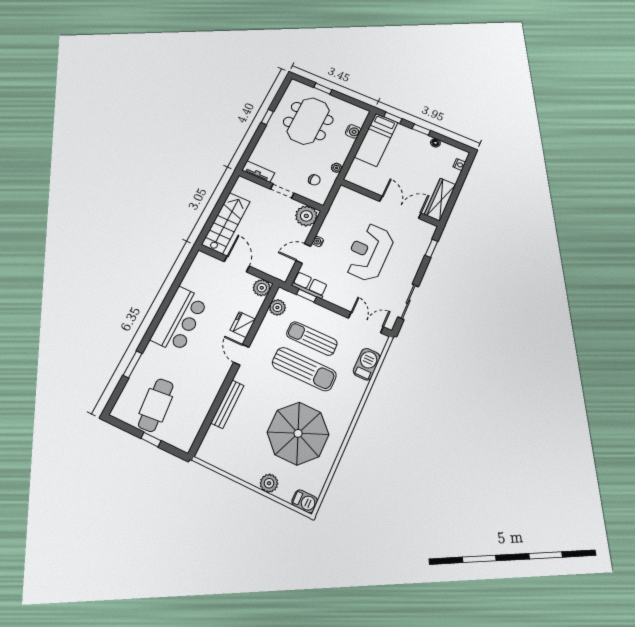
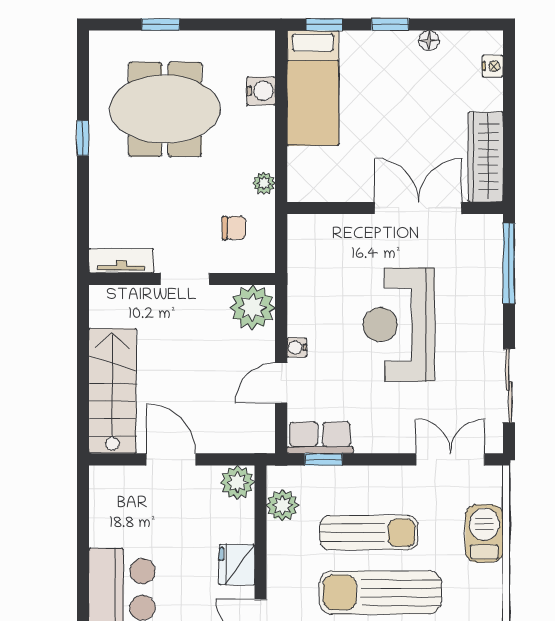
meeting table: (308, 121) -> (165, 109), turned 90
window: (431, 248) -> (509, 263), width x2.17
sun lounger: (312, 339) -> (369, 533), turned 180
sun lounger: (304, 369) -> (380, 592), turned 180

